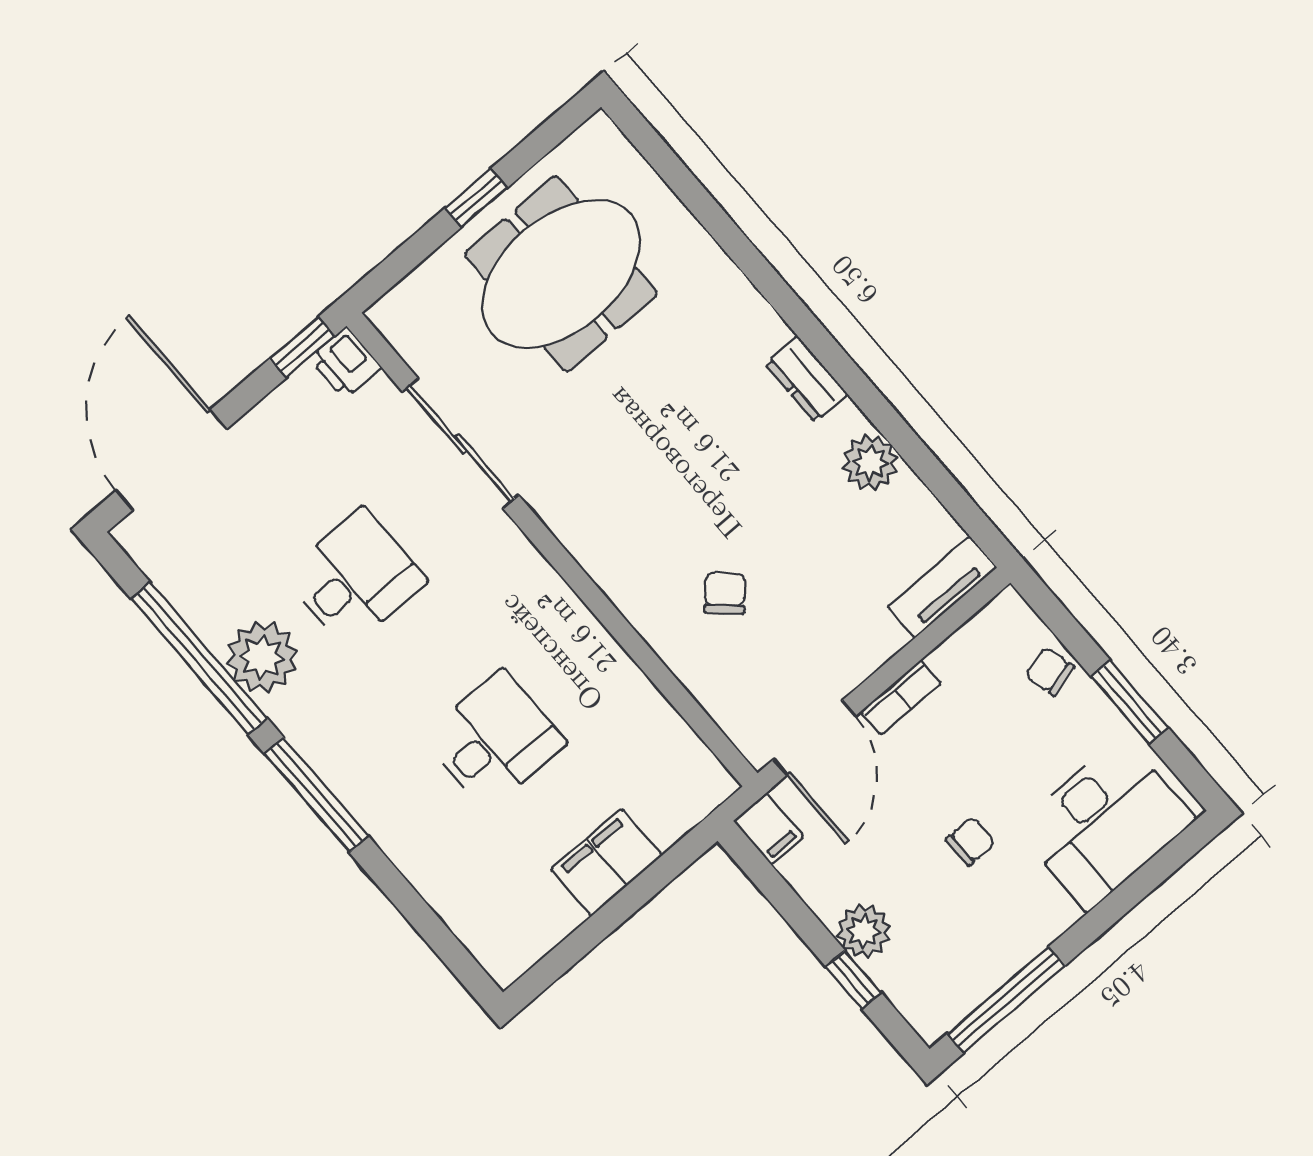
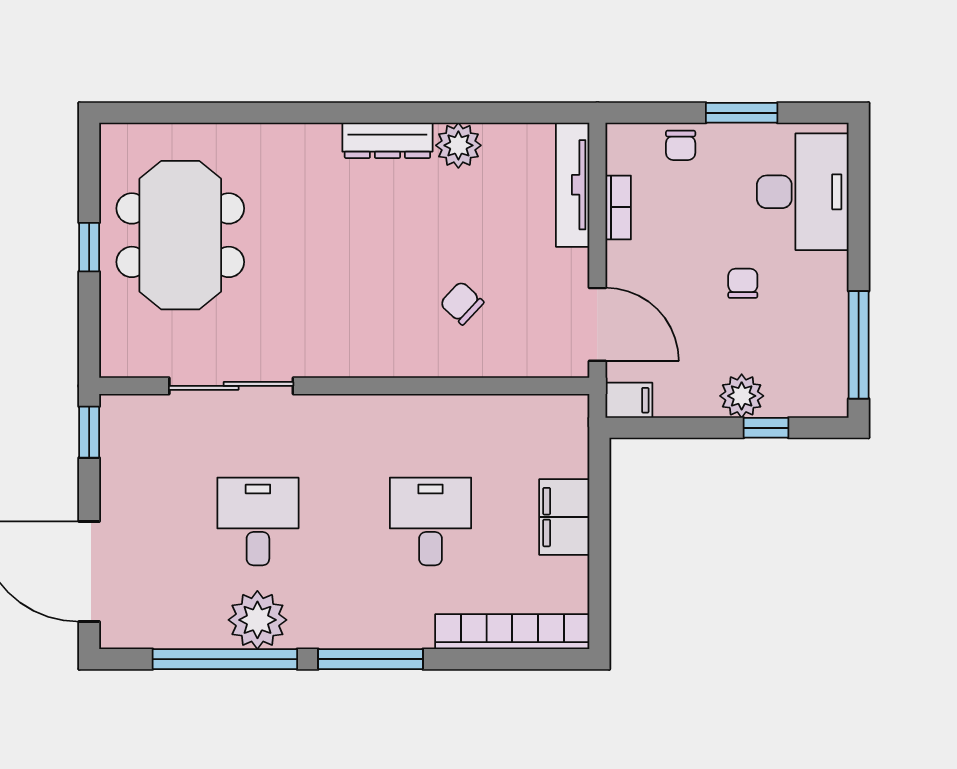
printer: (345, 363) -> (121, 414), removed
dresser: (806, 379) -> (387, 140), width x1.44
tv unit: (942, 587) -> (573, 185), width x1.41
chair: (1050, 671) -> (681, 145), turned -75
bookcase: (901, 697) -> (618, 207), moved
bookcase: (457, 906) -> (512, 632), added

